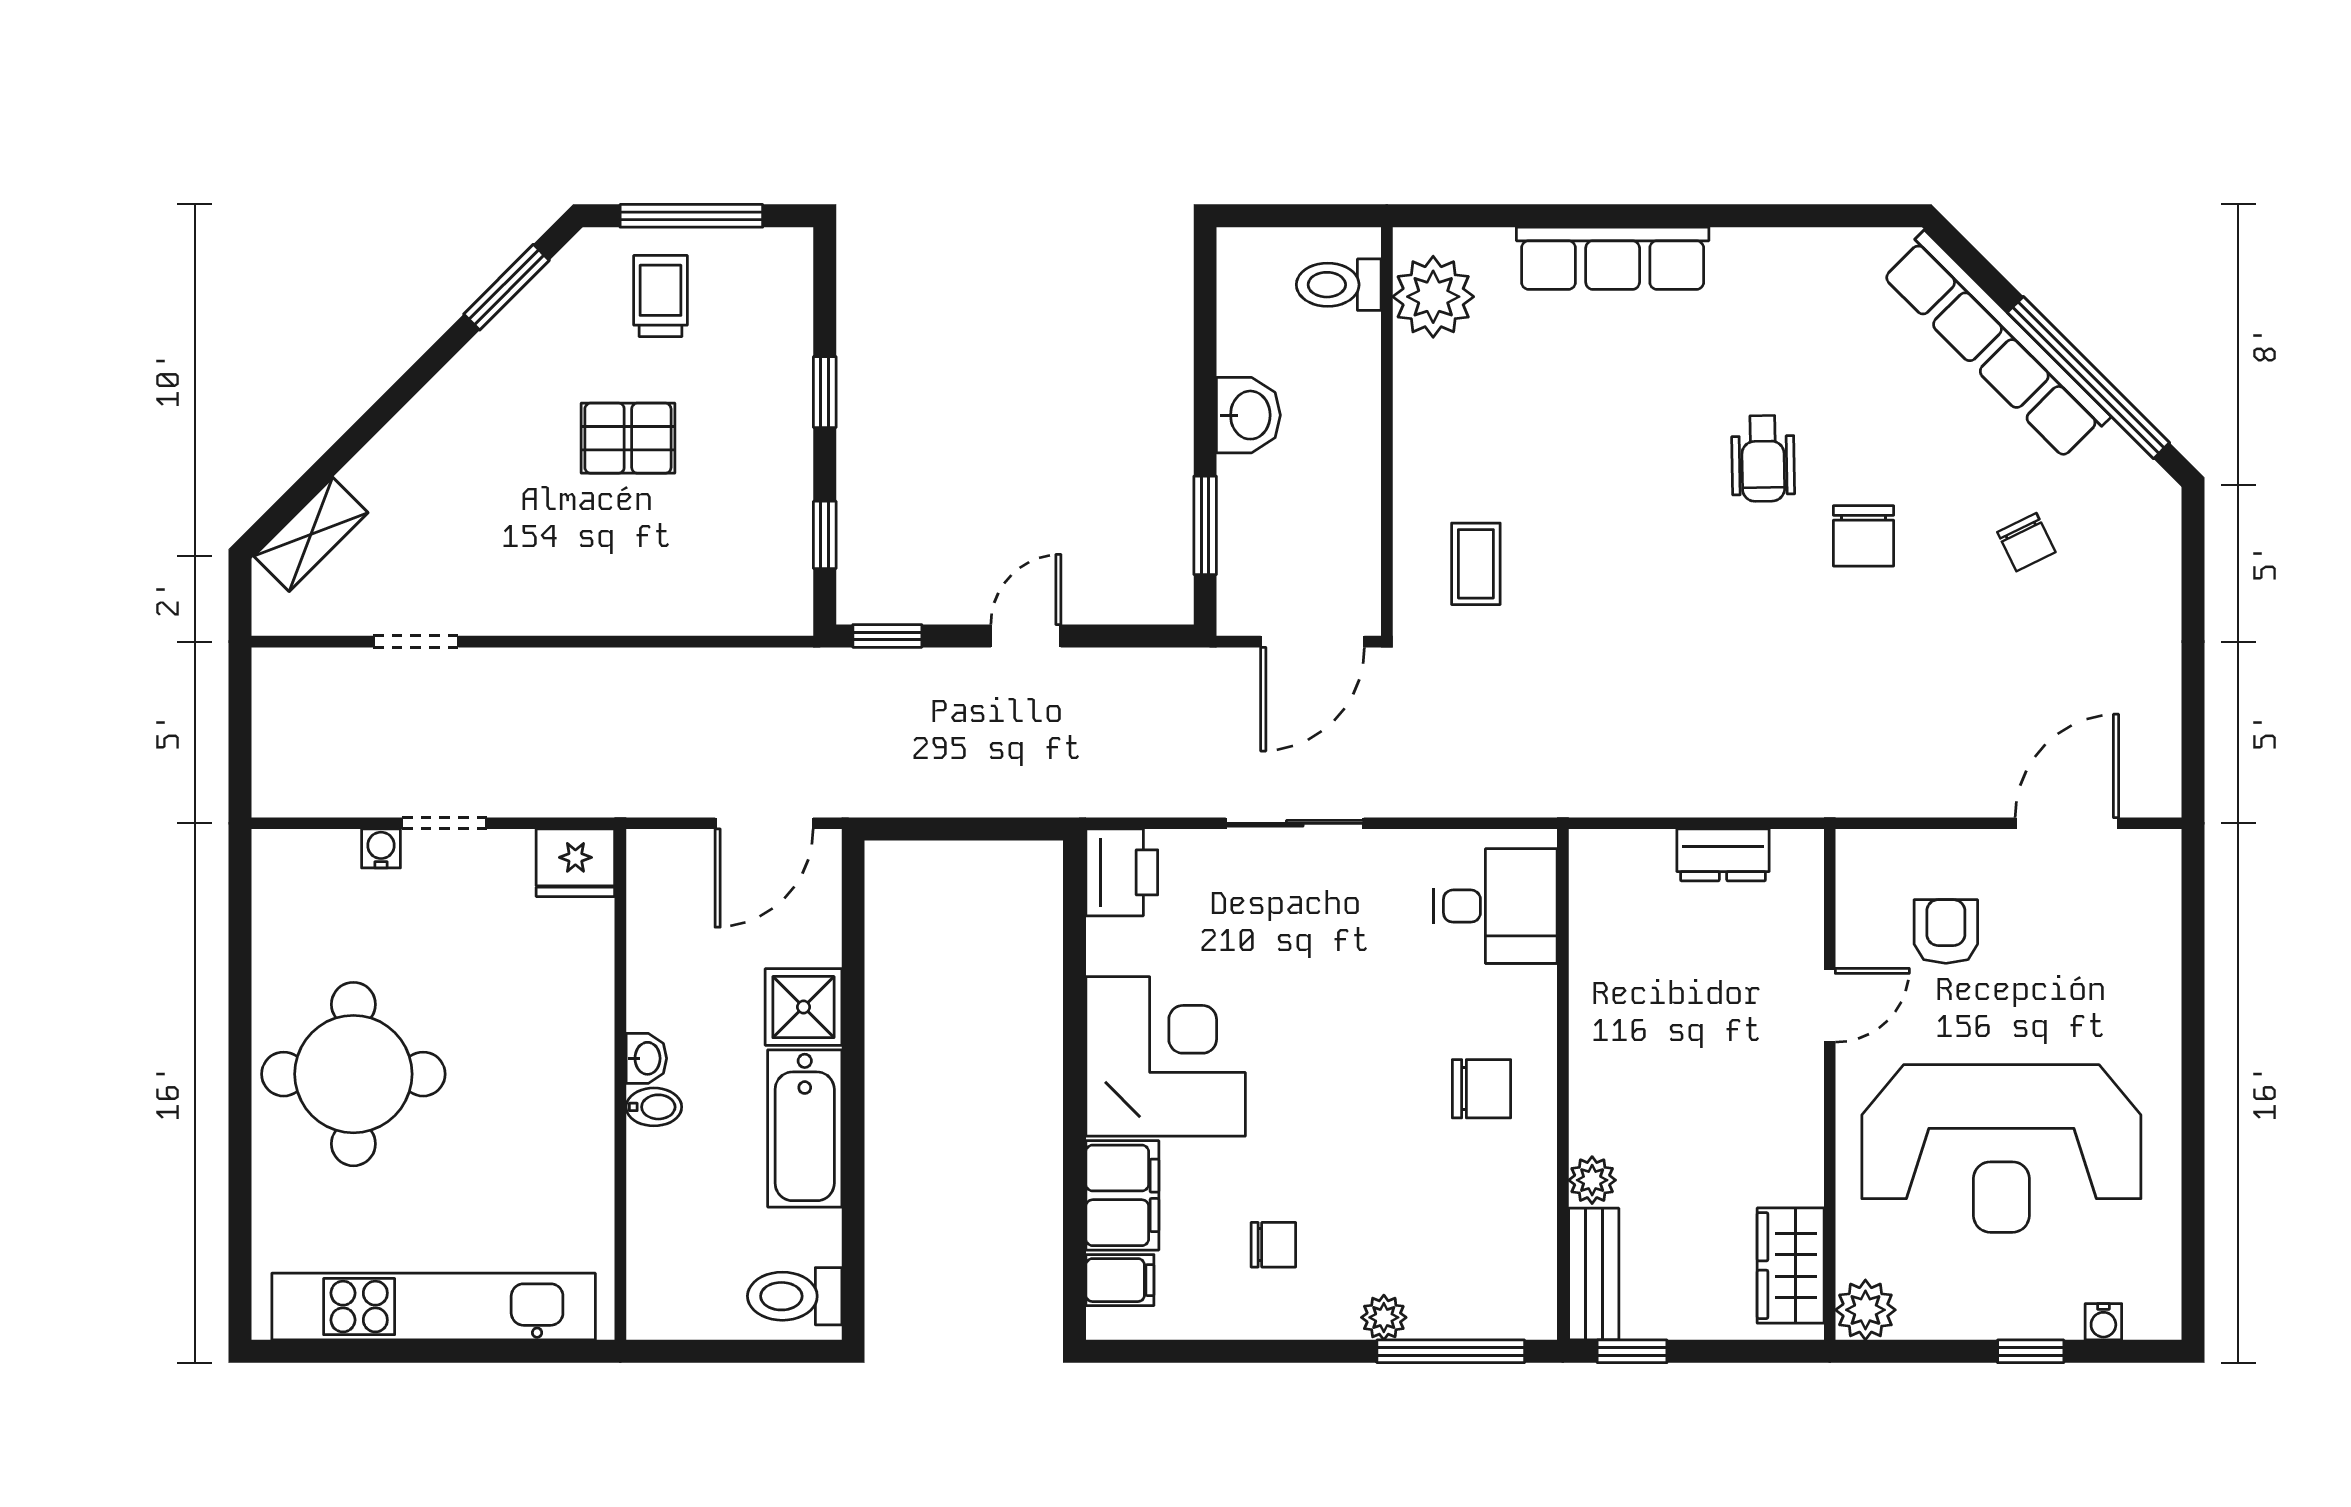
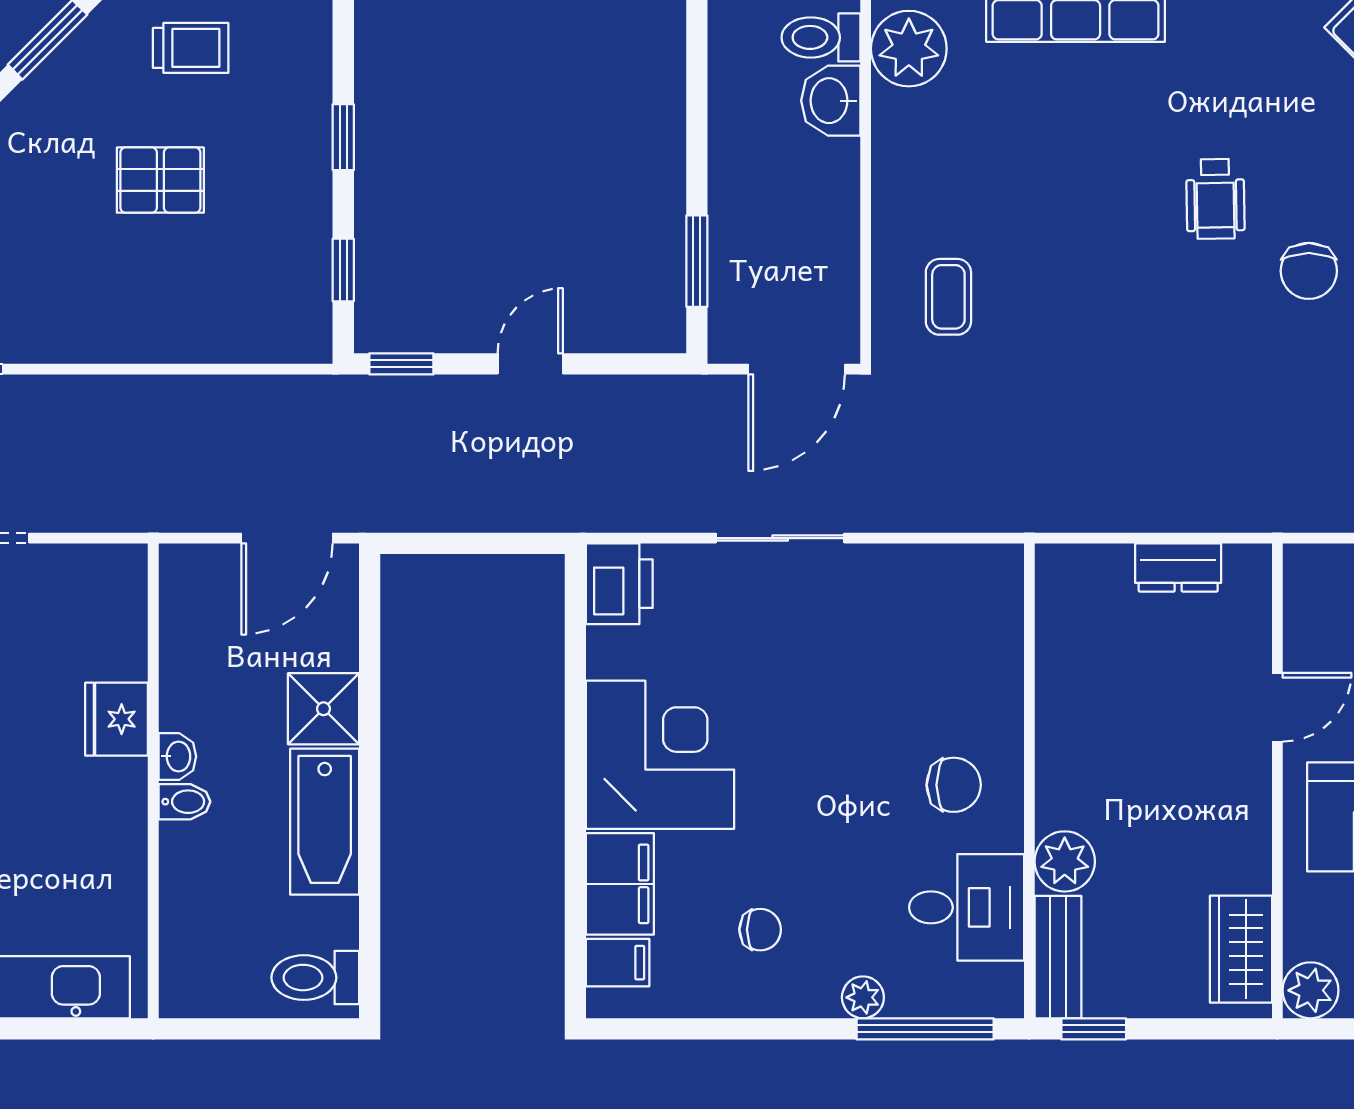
trolley: (660, 296) -> (191, 48), turned 90
washbasin: (1248, 415) -> (831, 101), moved, turned 180
fridge: (575, 863) -> (117, 719), moved, turned 90
desk: (1495, 906) -> (967, 907), moved
plant: (1592, 1180) -> (1065, 861), width x1.38, depth x1.38

